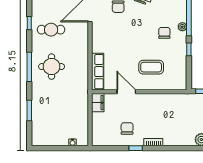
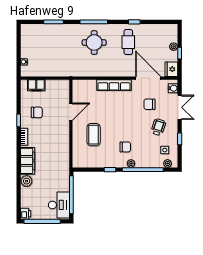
row of seats: (98, 72) -> (114, 85), moved
filing cabinet: (98, 103) -> (36, 85), moved
filing cabinet: (179, 138) -> (28, 161), added

